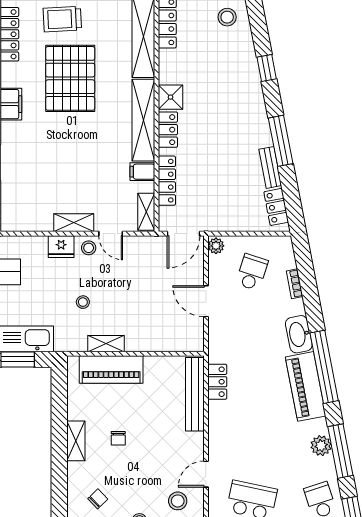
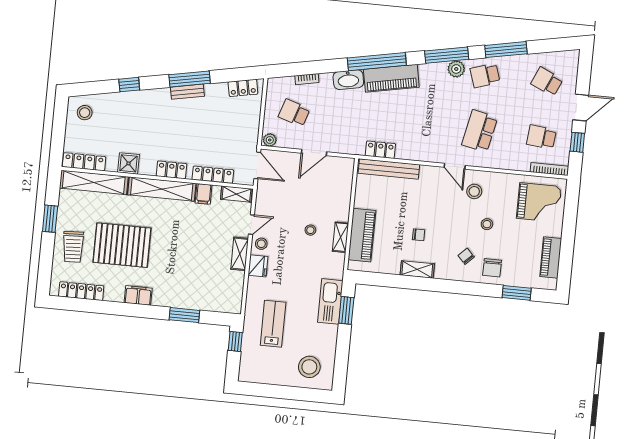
shower: (171, 97) -> (128, 163), moved
bench: (270, 167) -> (187, 92), moved
stool: (83, 302) -> (310, 230), moved
plant: (321, 446) -> (456, 69), moved

